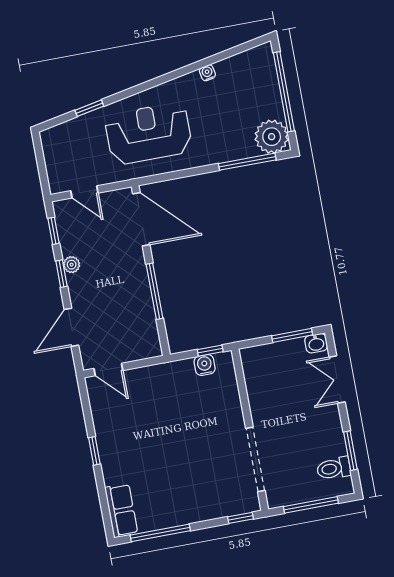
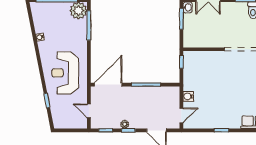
door: (84, 192) -> (89, 111), swing flipped
water cooler: (205, 365) -> (188, 96), moved

